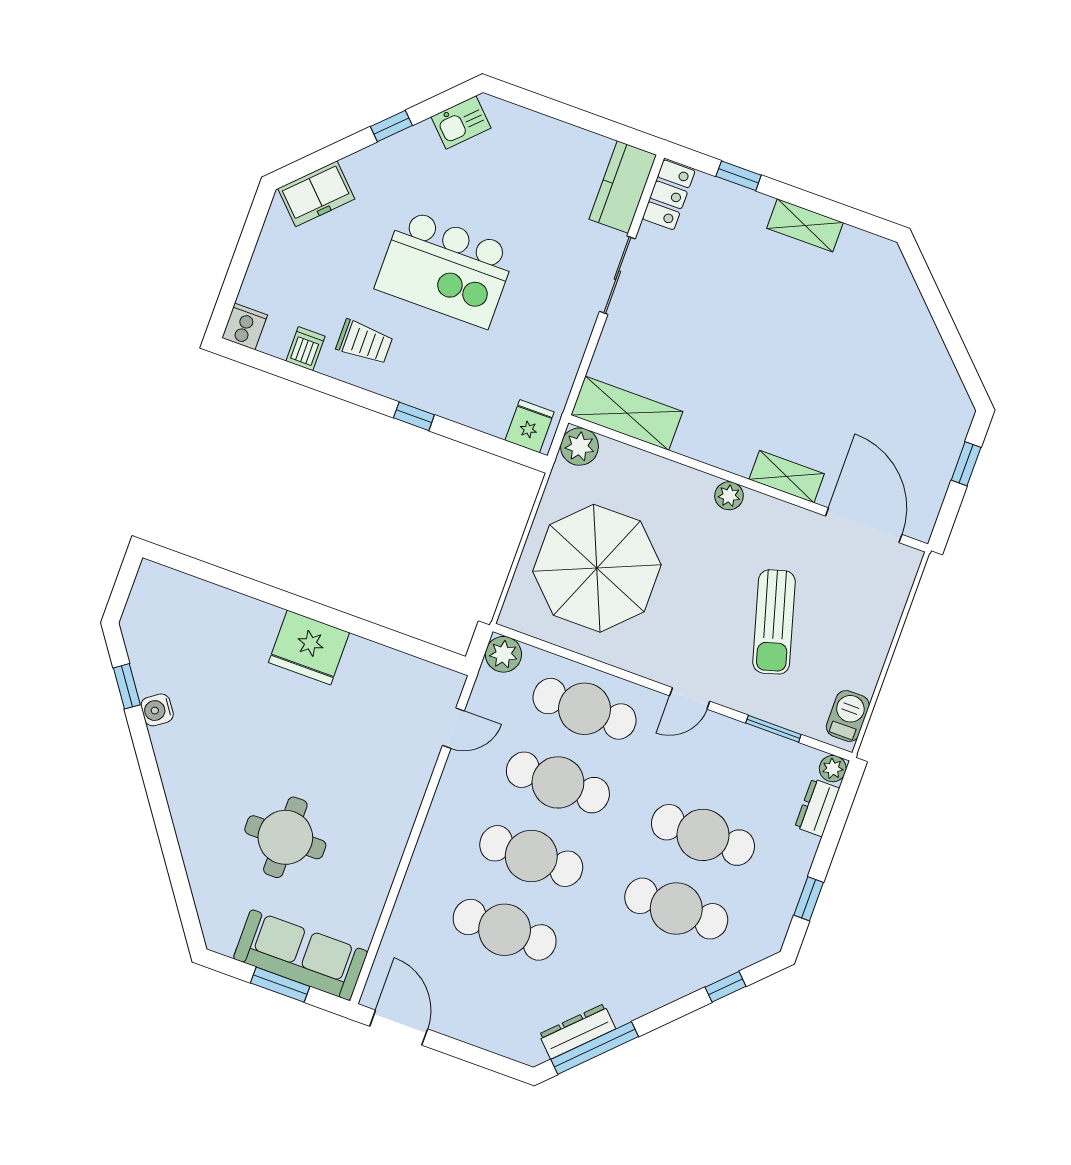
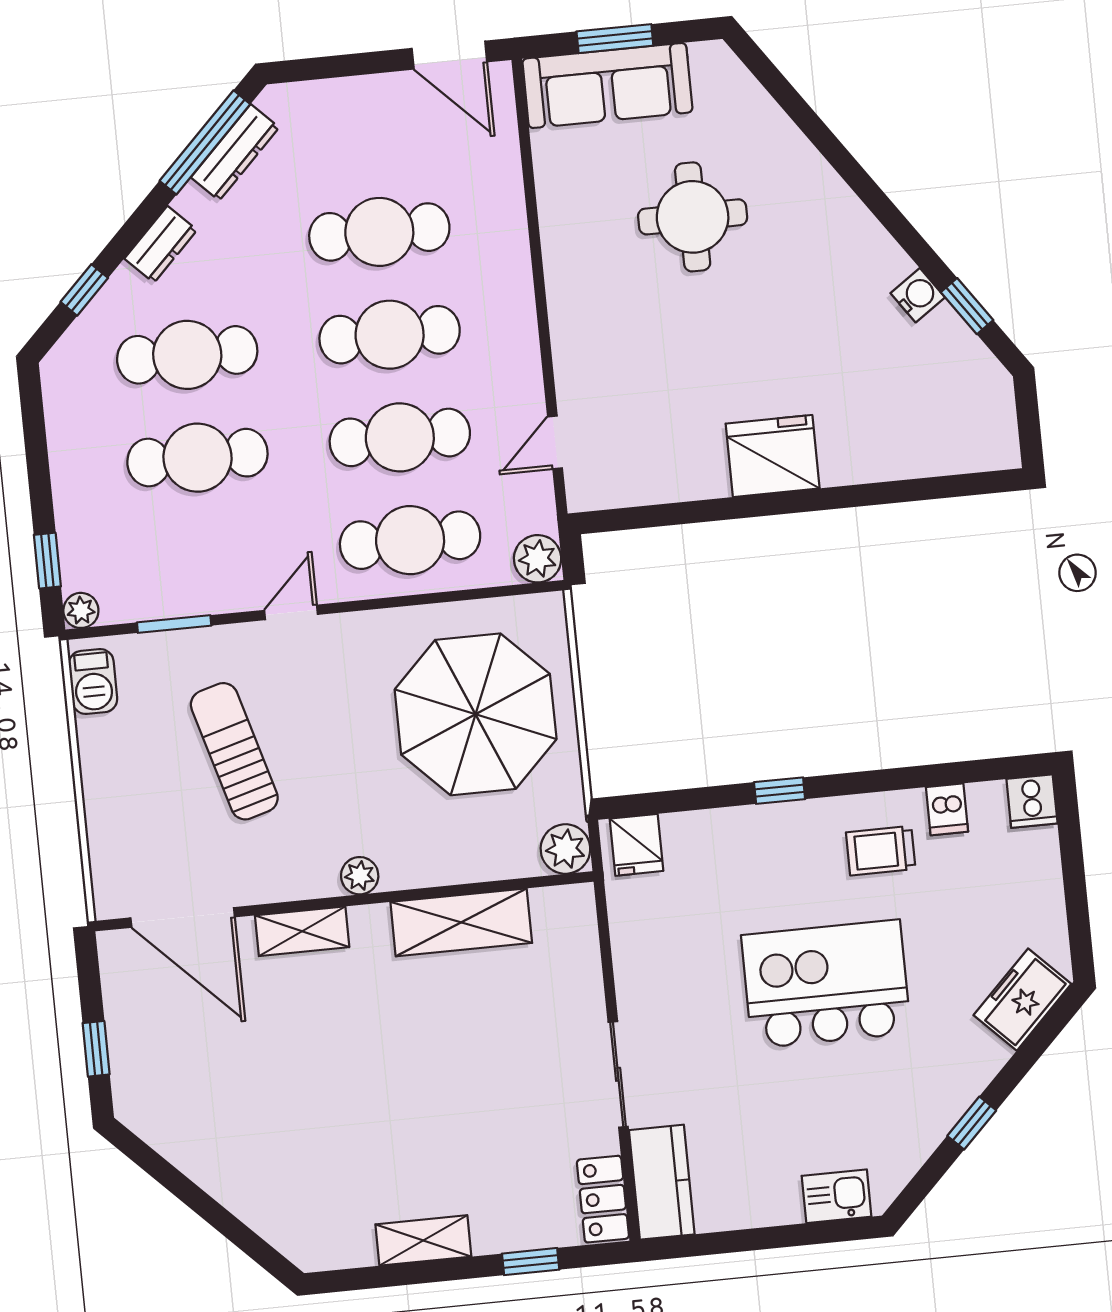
kitchen sink: (461, 122) -> (837, 1196), moved, turned 45
shelving: (627, 413) -> (461, 922), moved
dresser: (817, 808) -> (161, 244), moved, turned 45
window: (809, 899) -> (47, 561), moved

